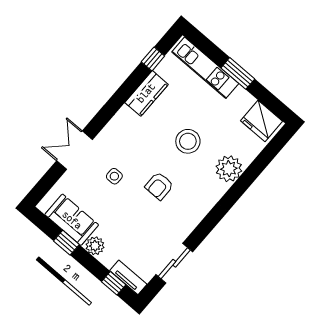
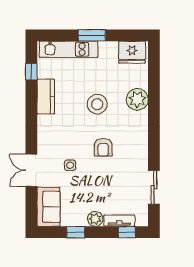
sofa: (72, 220) -> (48, 207), moved, turned 90
tv unit: (128, 277) -> (119, 221), moved

